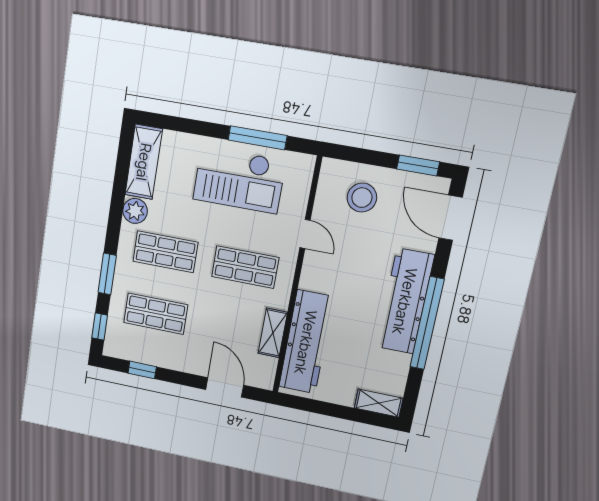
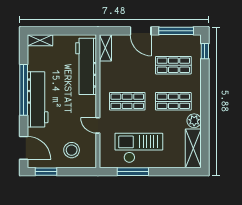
window: (107, 274) -> (205, 82), removed
shelving: (273, 333) -> (105, 48), moved
window: (142, 370) -> (176, 31), width x2.17
door: (225, 387) -> (141, 31), moved

